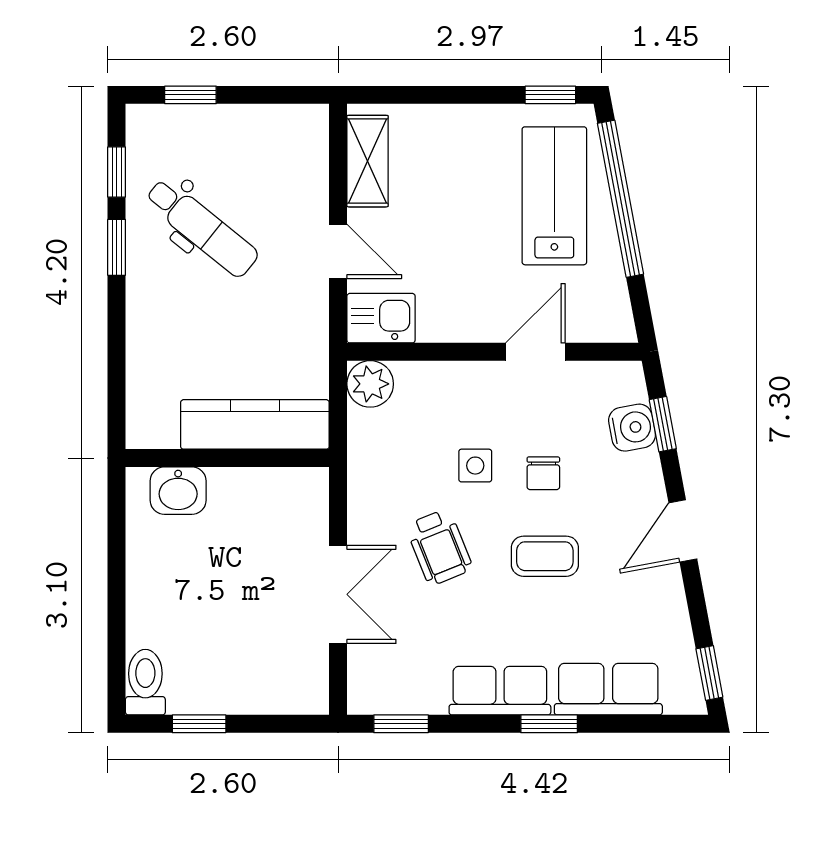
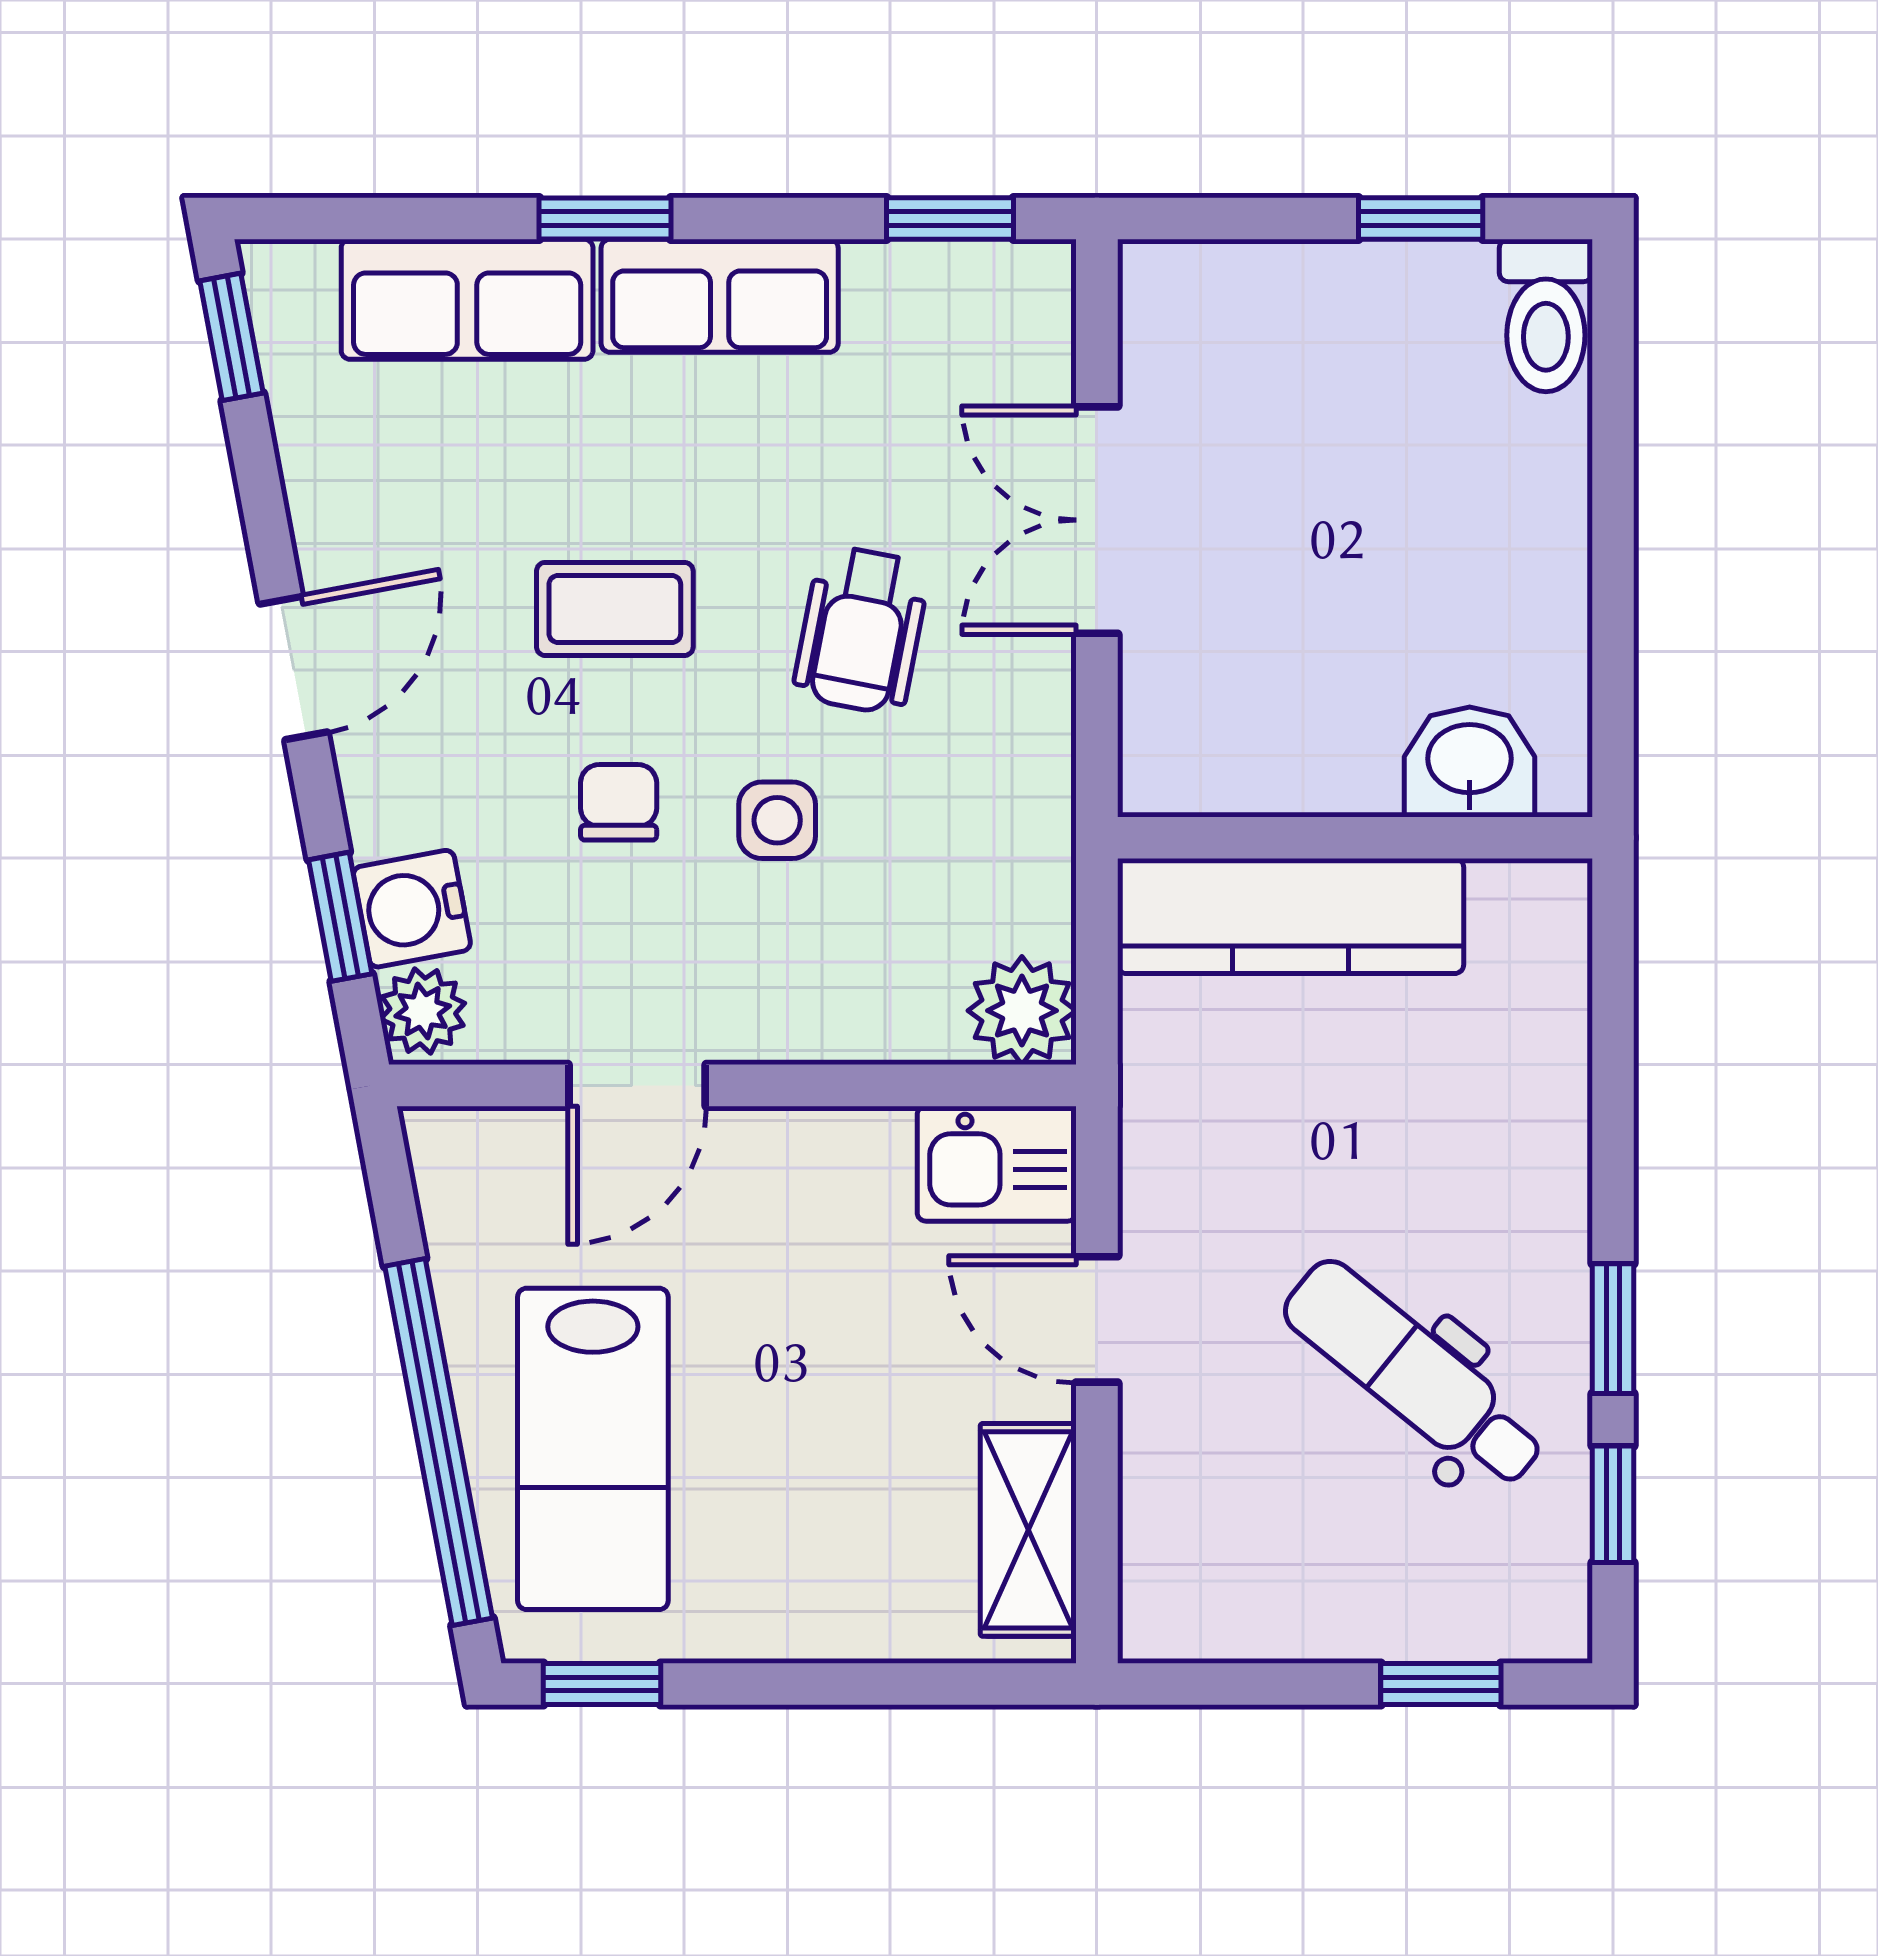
plant: (627, 384) -> (423, 1011), added
wheelchair: (439, 547) -> (861, 630), turned -147

